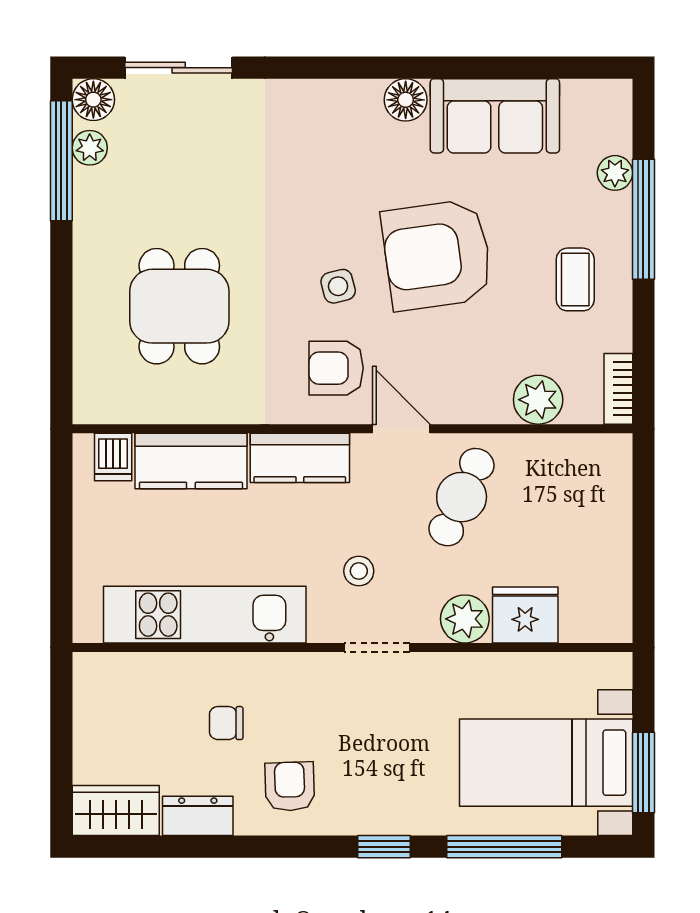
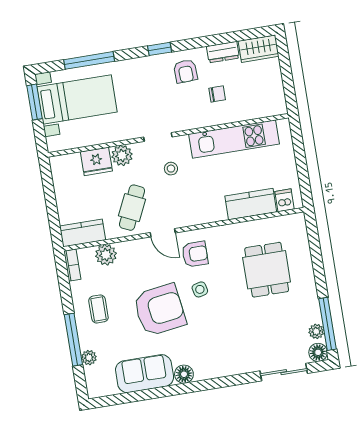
kitchen counter: (300, 458) -> (83, 233), moved
window: (384, 847) -> (160, 49), moved

